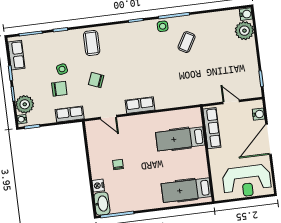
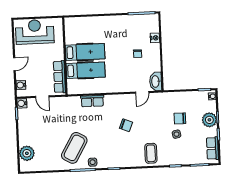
water cooler: (246, 14) -> (22, 103), moved
coffee table: (187, 42) -> (74, 148), width x1.86, depth x1.72
chair: (96, 80) -> (126, 125), moved
plant: (25, 104) -> (209, 120), moved
row of seats: (140, 105) -> (92, 101), moved
row of seats: (70, 114) -> (173, 97), removed
door: (108, 117) -> (142, 92), swing flipped
door: (269, 139) -> (14, 64), width x0.53
hospital bed: (186, 190) -> (85, 52), moved
washbasin: (102, 204) -> (156, 81), moved

